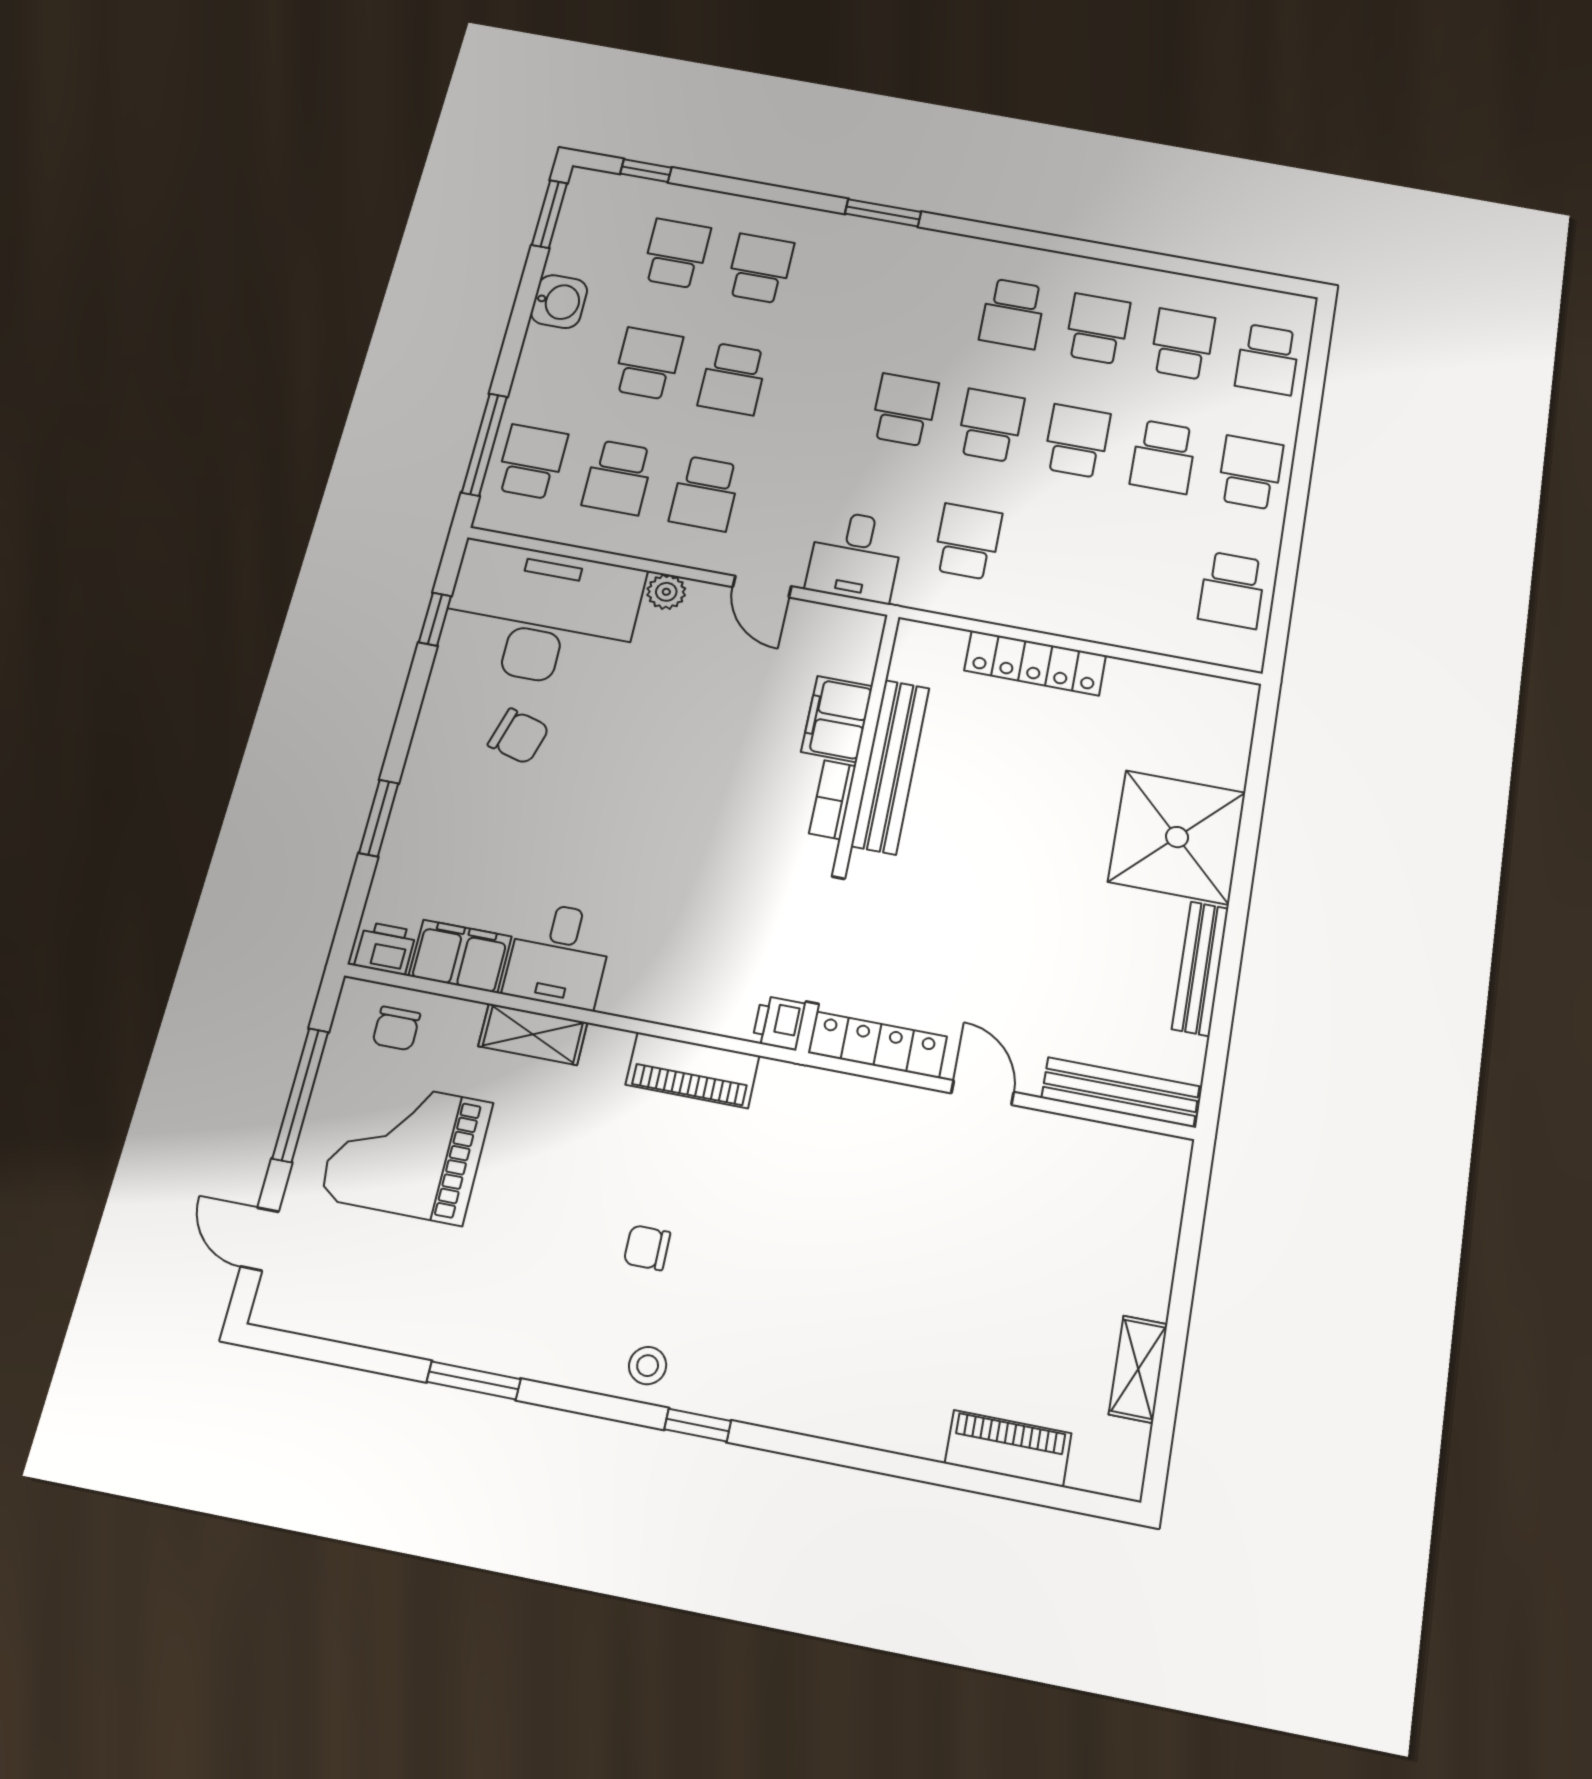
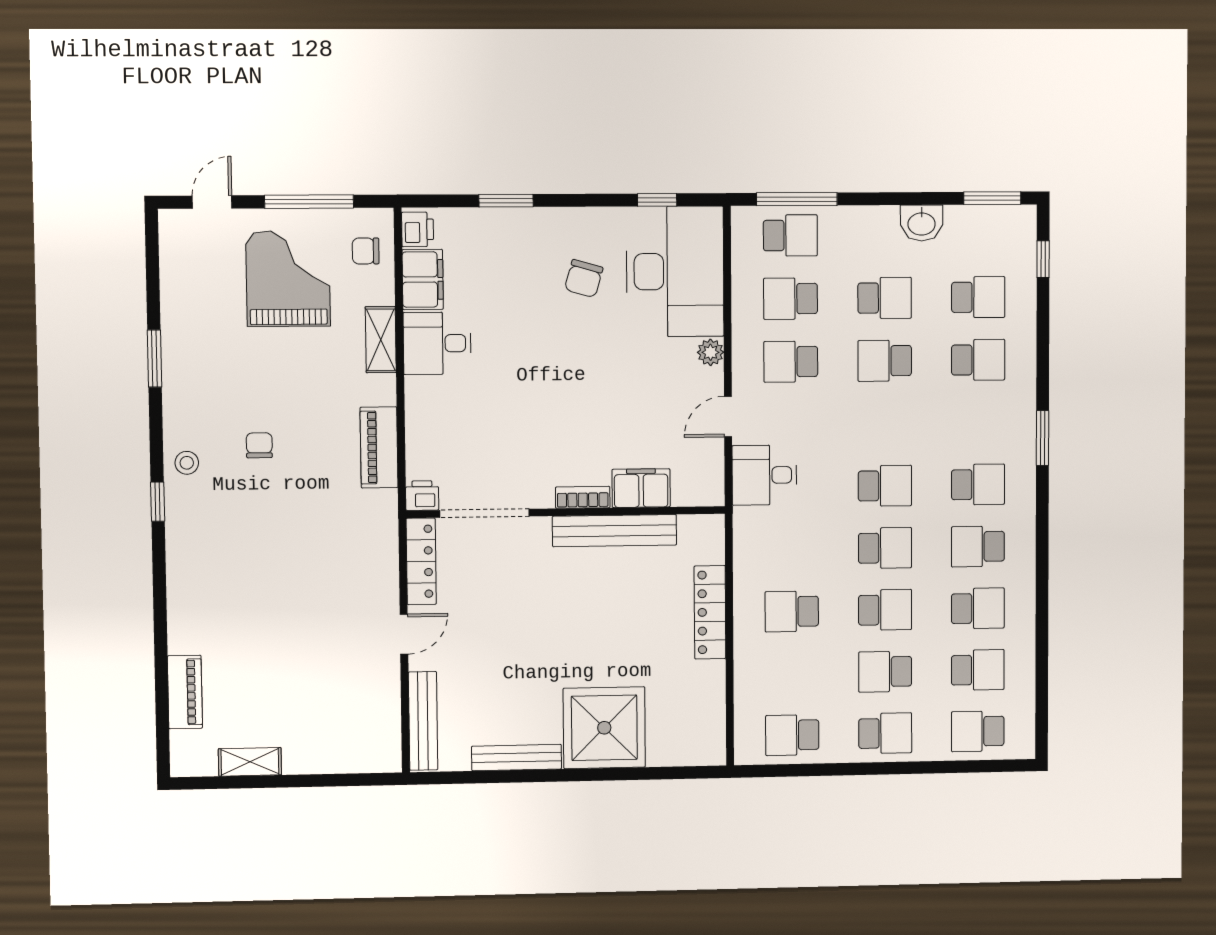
school desk: (928, 299) -> (978, 485), added
school desk: (967, 541) -> (792, 611), moved, turned 180

